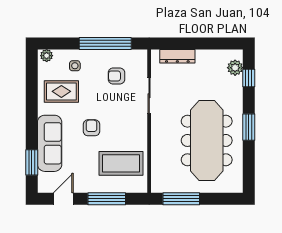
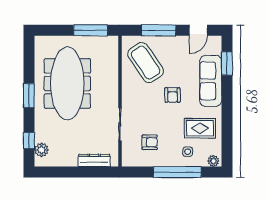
window: (105, 43) -> (177, 172), moved
coffee table: (121, 163) -> (146, 63), turned 56

